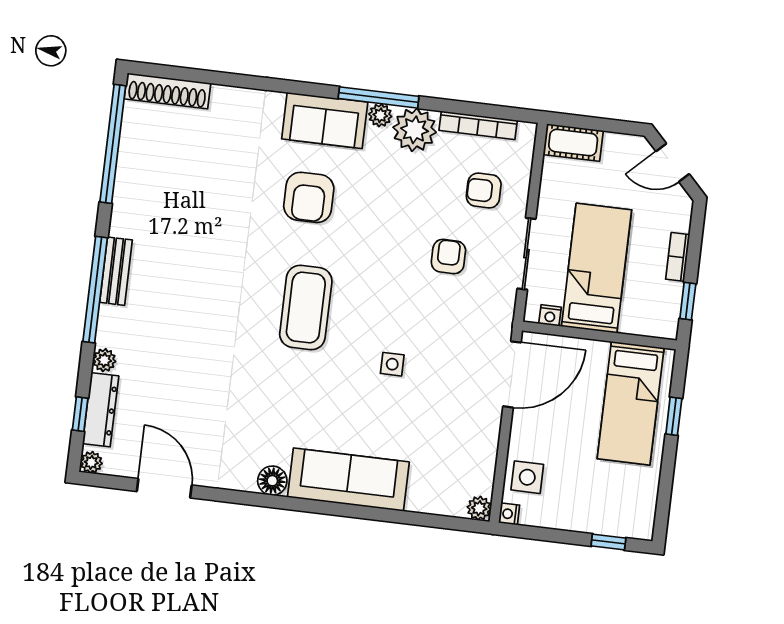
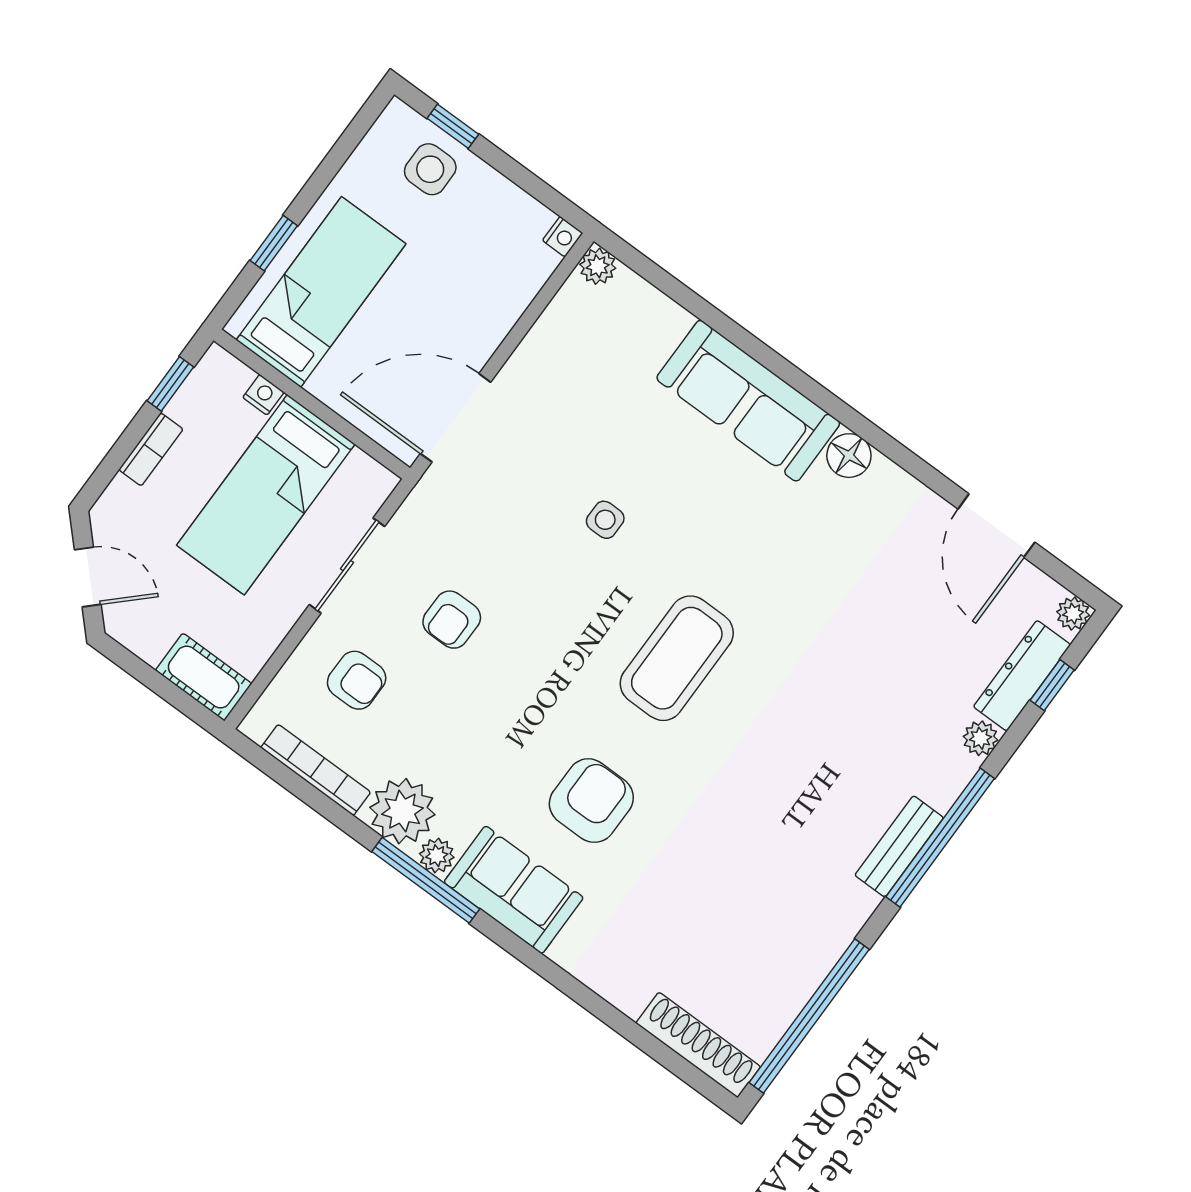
nightstand: (550, 315) -> (263, 395), moved
side table: (527, 477) -> (430, 169), moved

